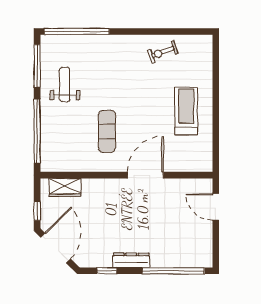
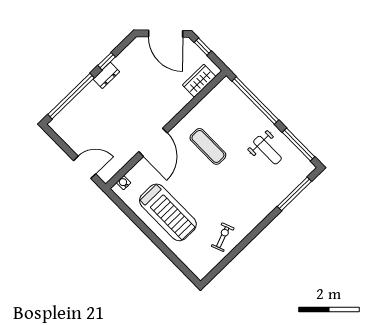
window: (77, 32) -> (294, 194), width x0.68
treadmill: (186, 111) -> (168, 212), width x1.37, depth x1.38
water cooler: (198, 166) -> (124, 183), added
dresser: (131, 260) -> (106, 75), width x0.70
window: (107, 271) -> (107, 61), moved

